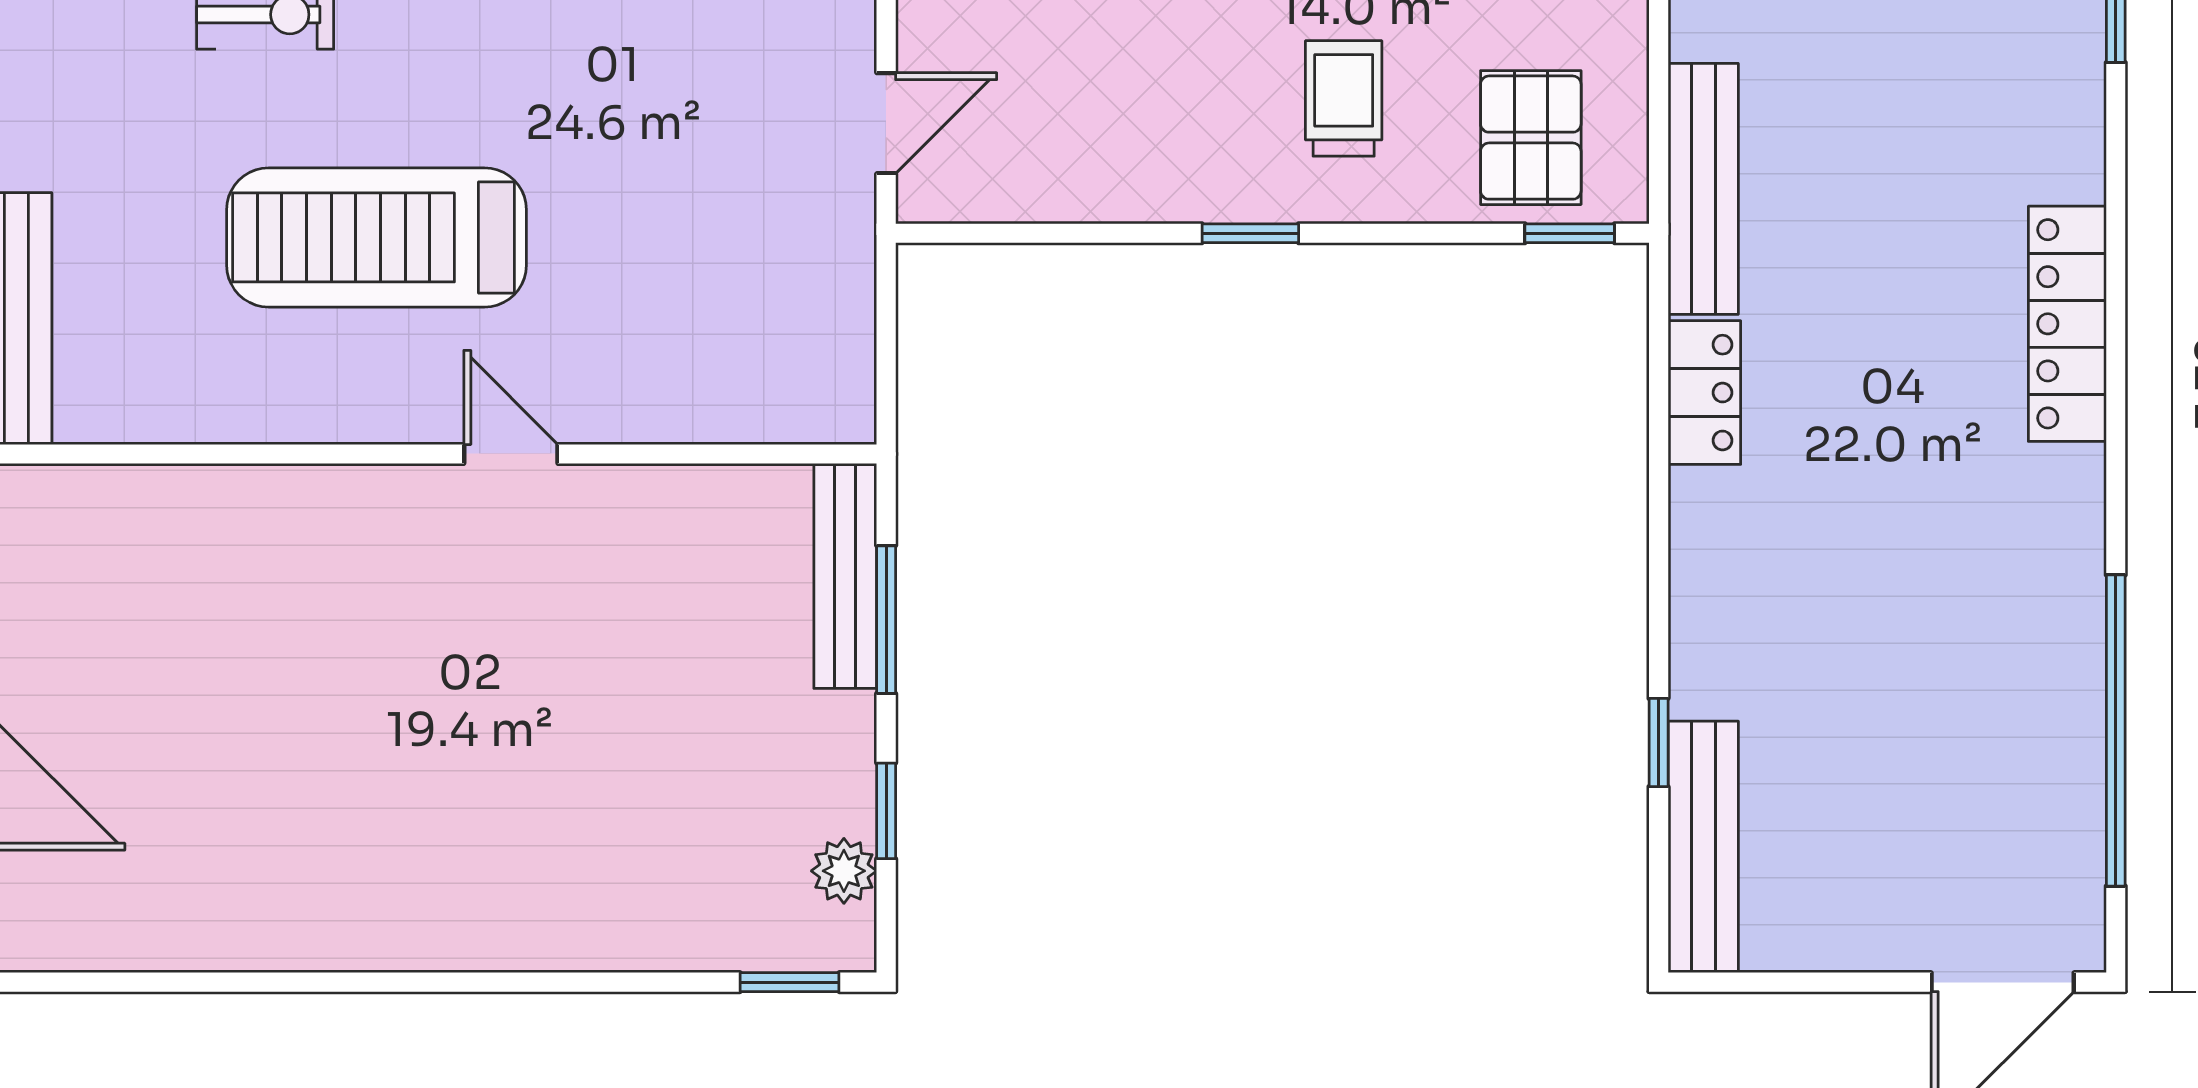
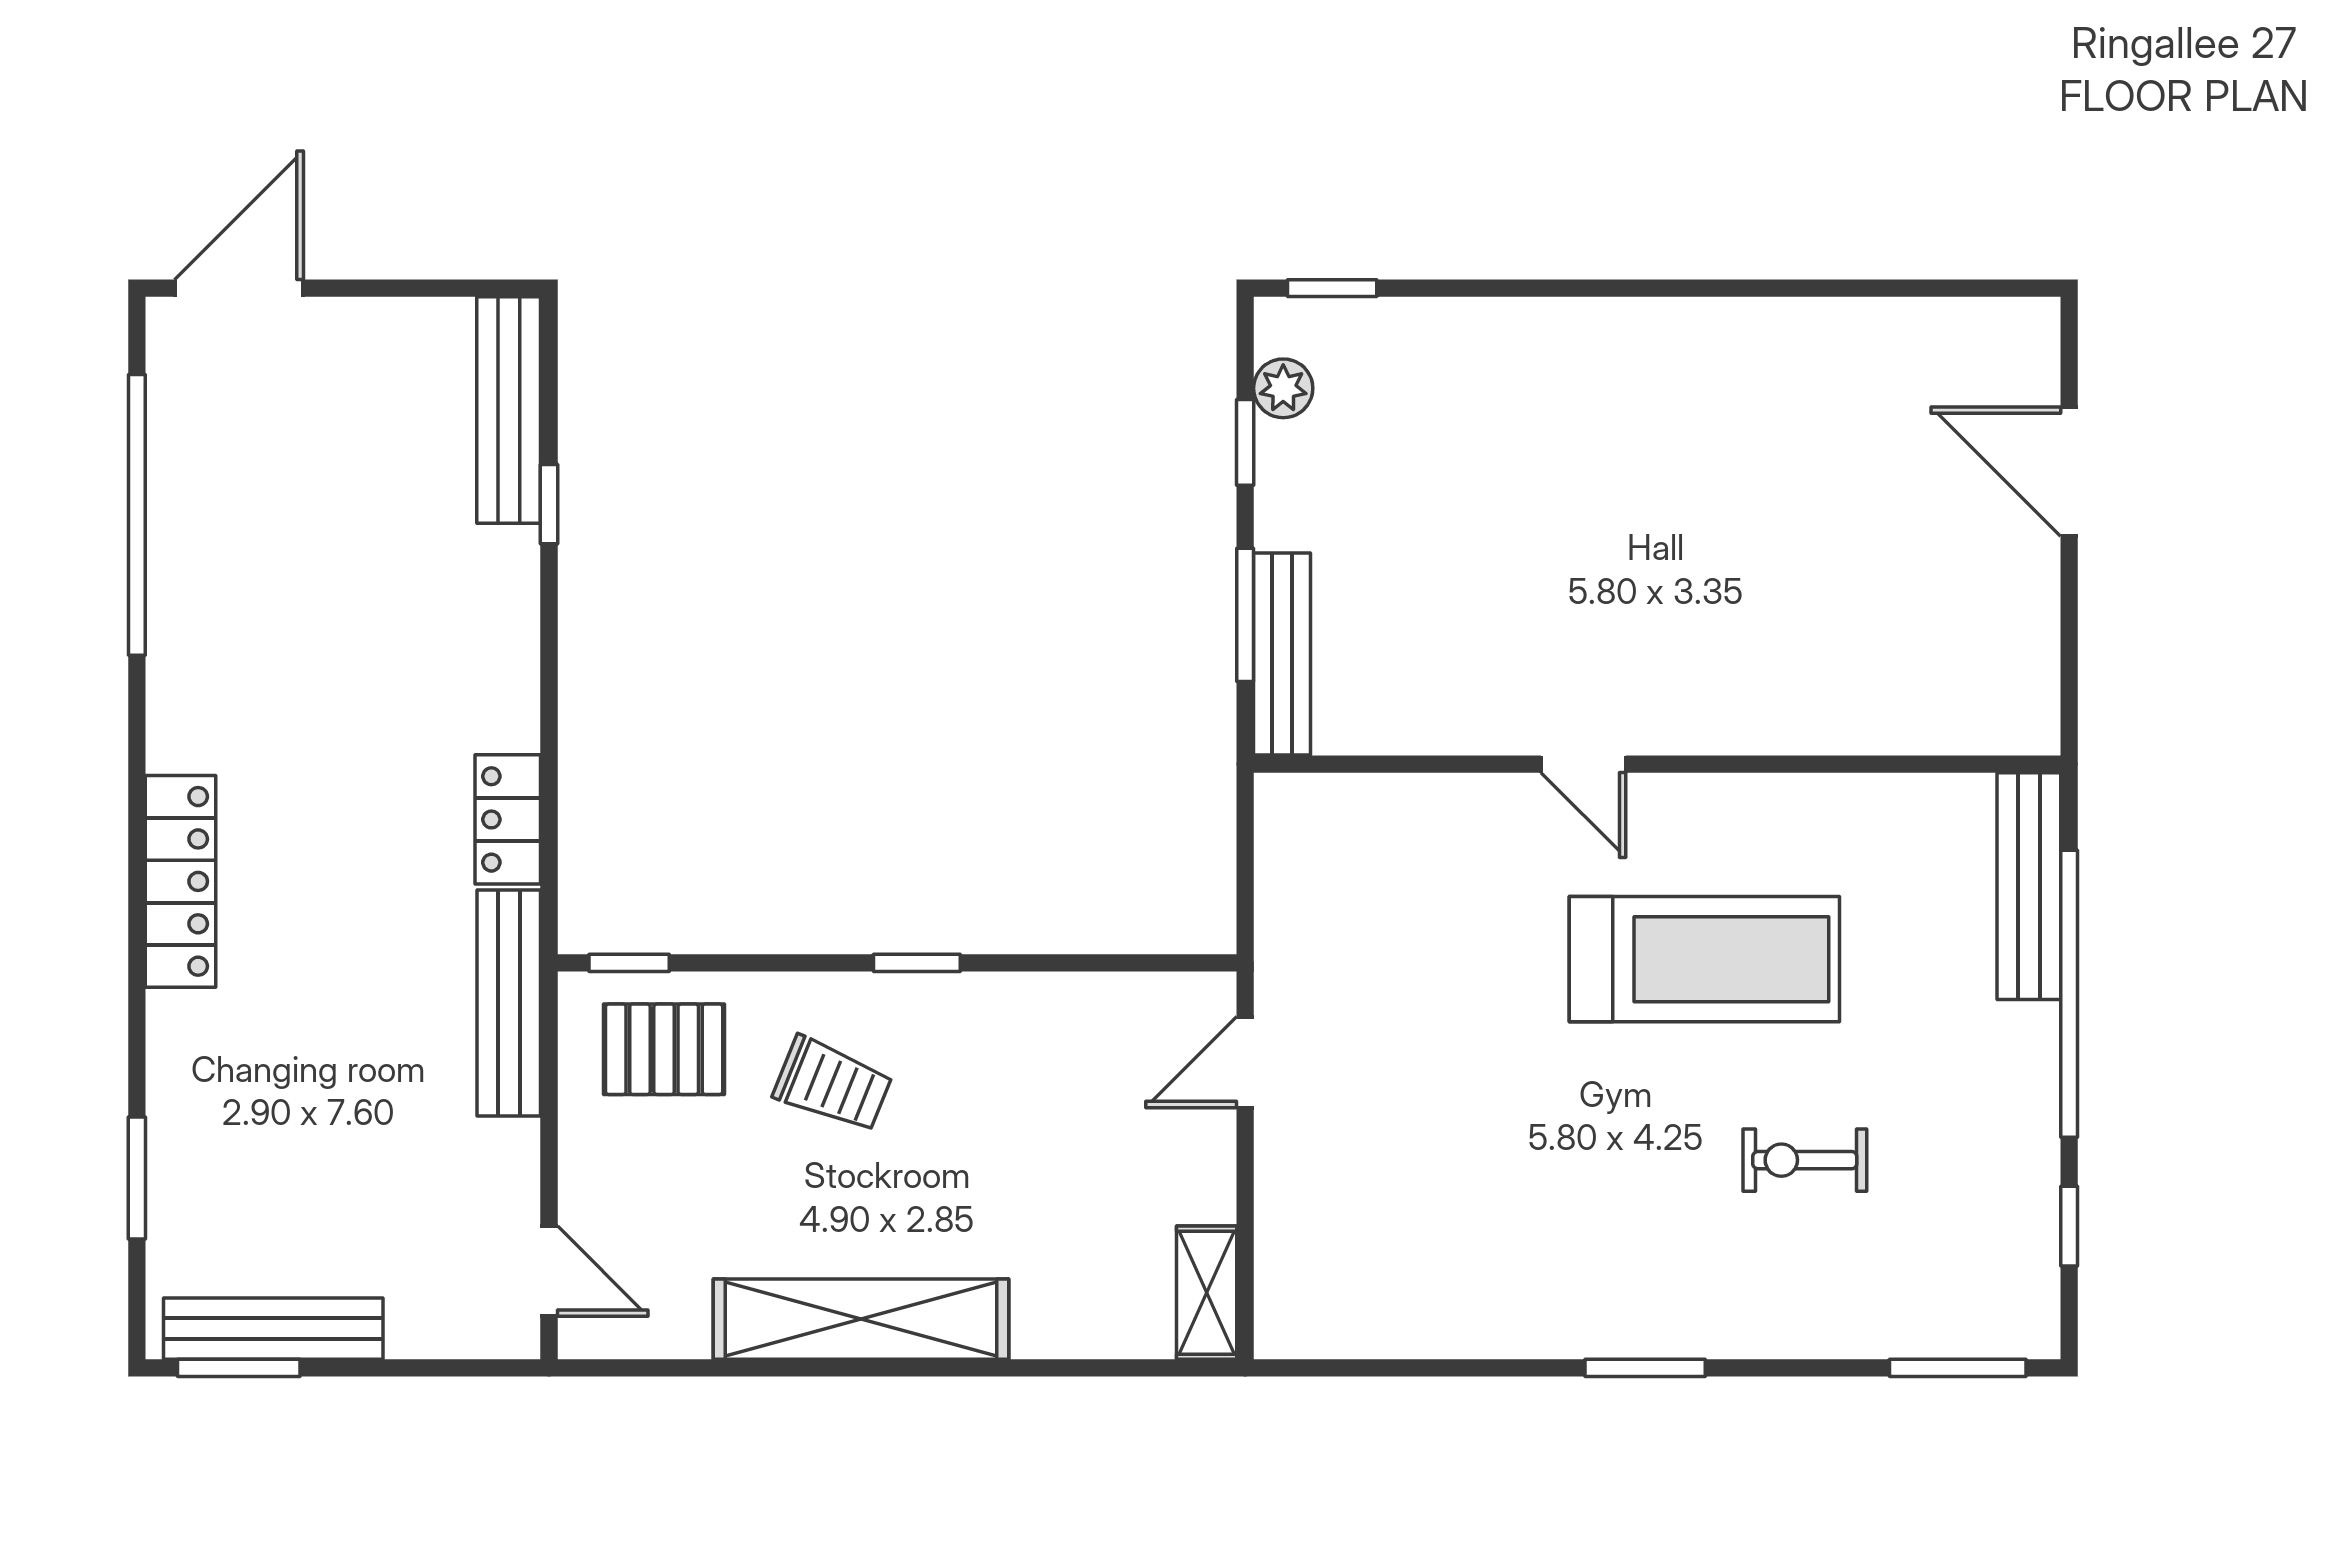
trolley: (1344, 98) -> (833, 1085), turned -68
pallet: (1531, 138) -> (664, 1049), turned 90

